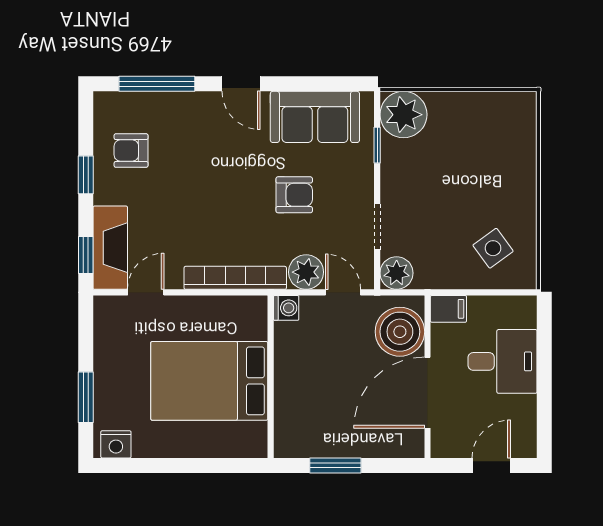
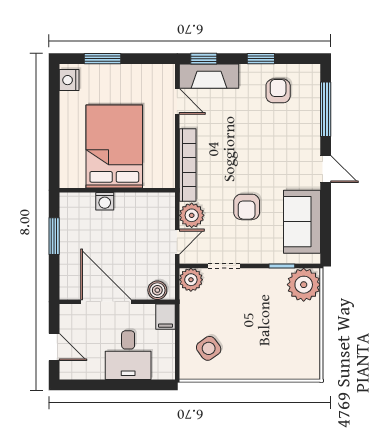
door: (241, 84) -> (326, 169), swing flipped
washing machine: (286, 308) -> (105, 201), moved
boiler: (400, 332) -> (157, 290), width x0.54, depth x0.54

